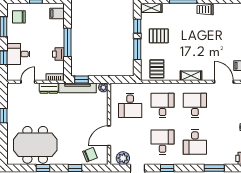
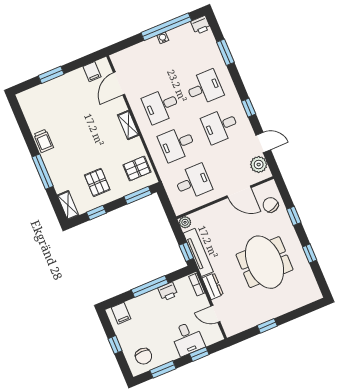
window: (137, 49) -> (138, 195), moved
meeting table: (35, 145) -> (265, 262), moved

